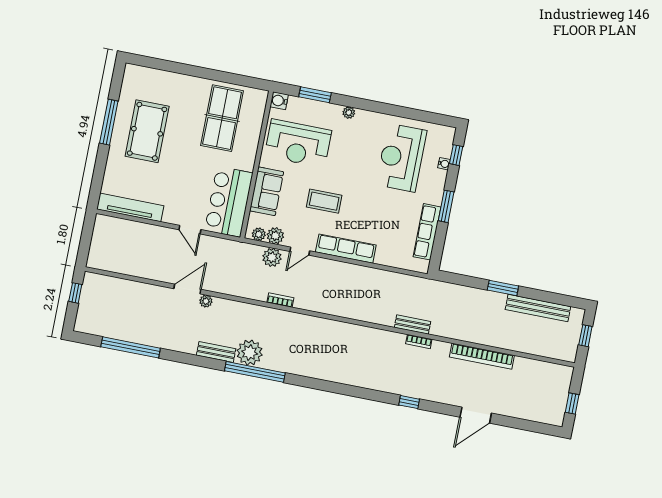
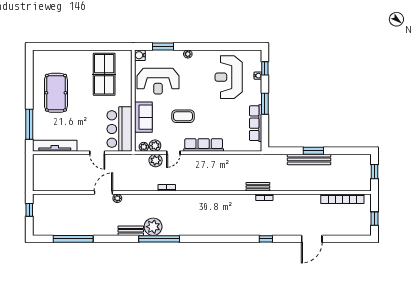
window: (109, 122) -> (29, 124), moved
bench: (538, 308) -> (309, 159), moved
bookcase: (482, 356) -> (342, 199), moved

